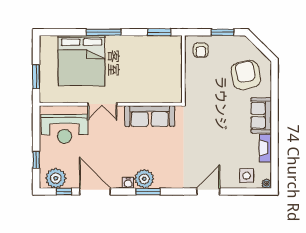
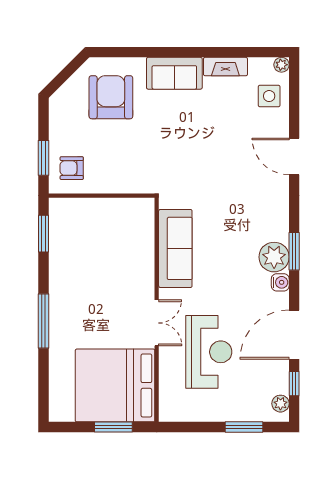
window: (223, 32) -> (44, 158), moved
armchair: (201, 50) -> (72, 168), turned 180
bed: (81, 61) -> (115, 385), moved, turned 180
armchair: (246, 75) -> (111, 97), turned 101
reception desk: (65, 129) -> (209, 352), moved
window: (36, 160) -> (244, 427), width x1.50
plant: (56, 178) -> (280, 404), width x0.53, depth x0.53

